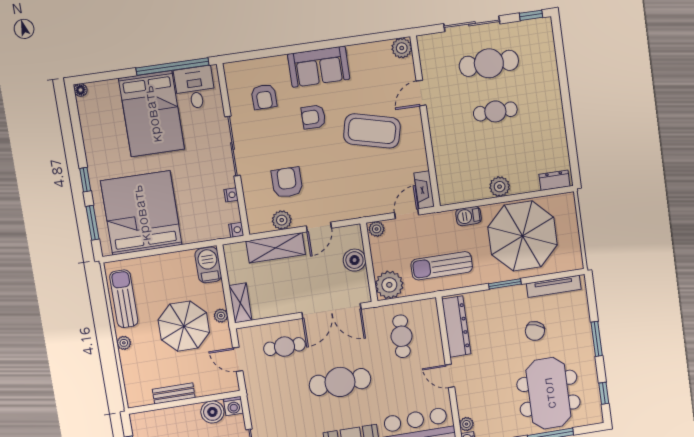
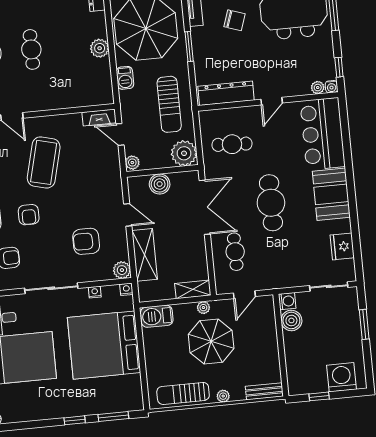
bed: (141, 213) -> (104, 345), moved
plant: (282, 220) -> (122, 270), moved
bench: (174, 393) -> (264, 391), moved, turned 90

